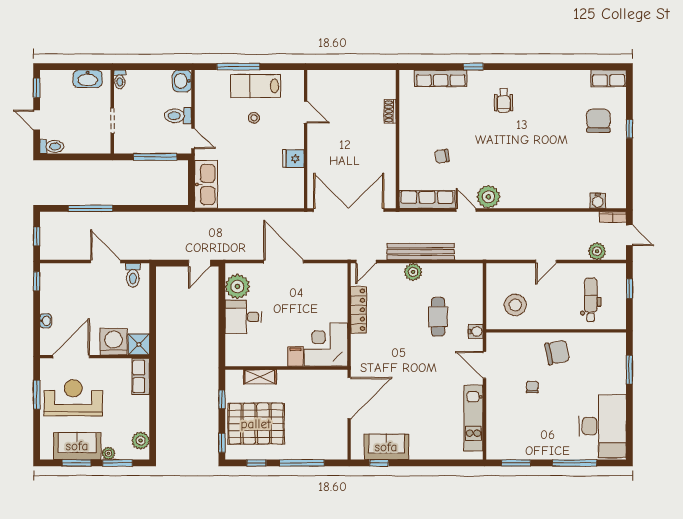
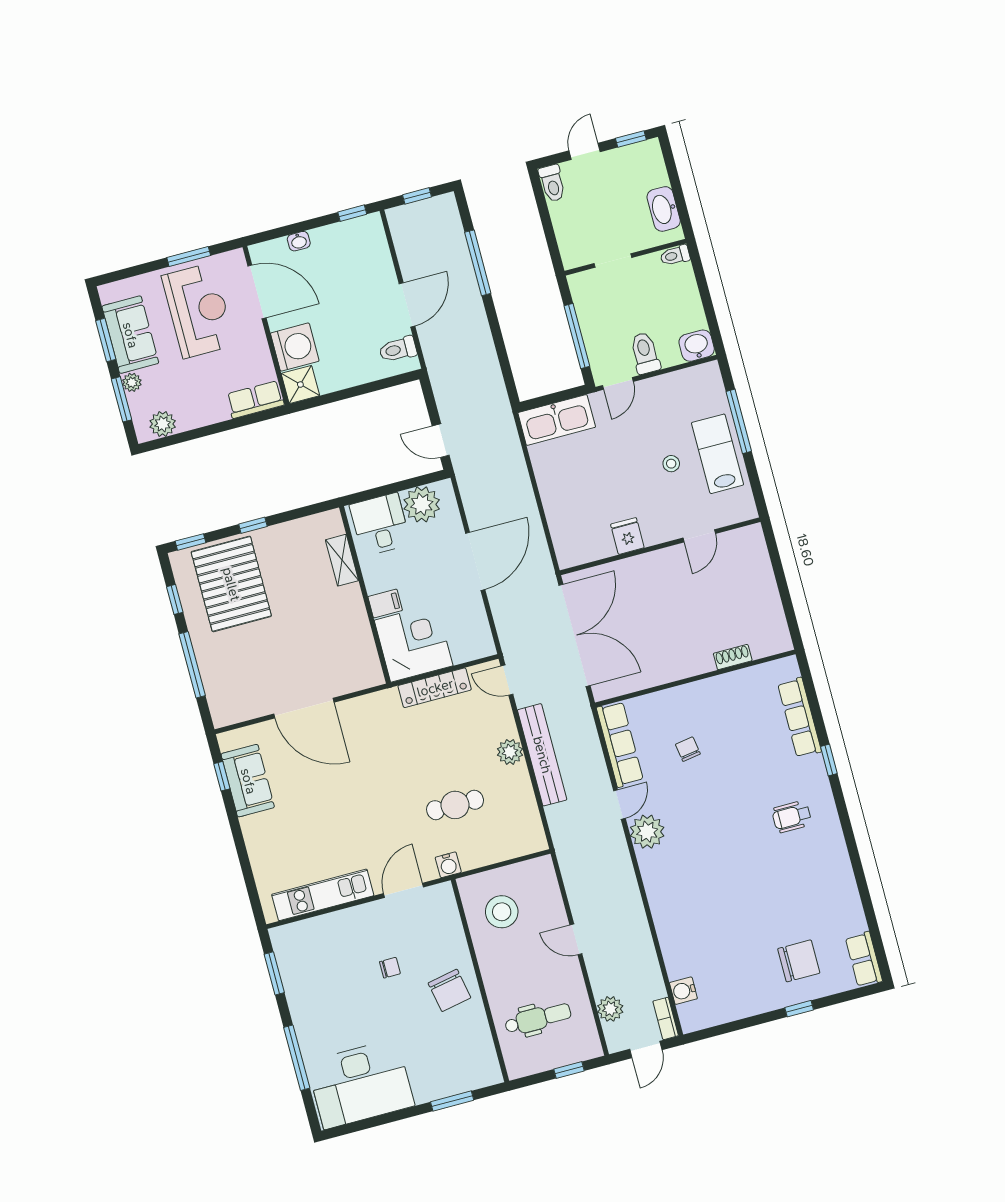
corner desk: (326, 345) -> (414, 643), moved
filing cabinet: (295, 356) -> (385, 604), moved
wall: (286, 368) -> (365, 595), moved
shelving: (260, 377) -> (342, 560), moved

